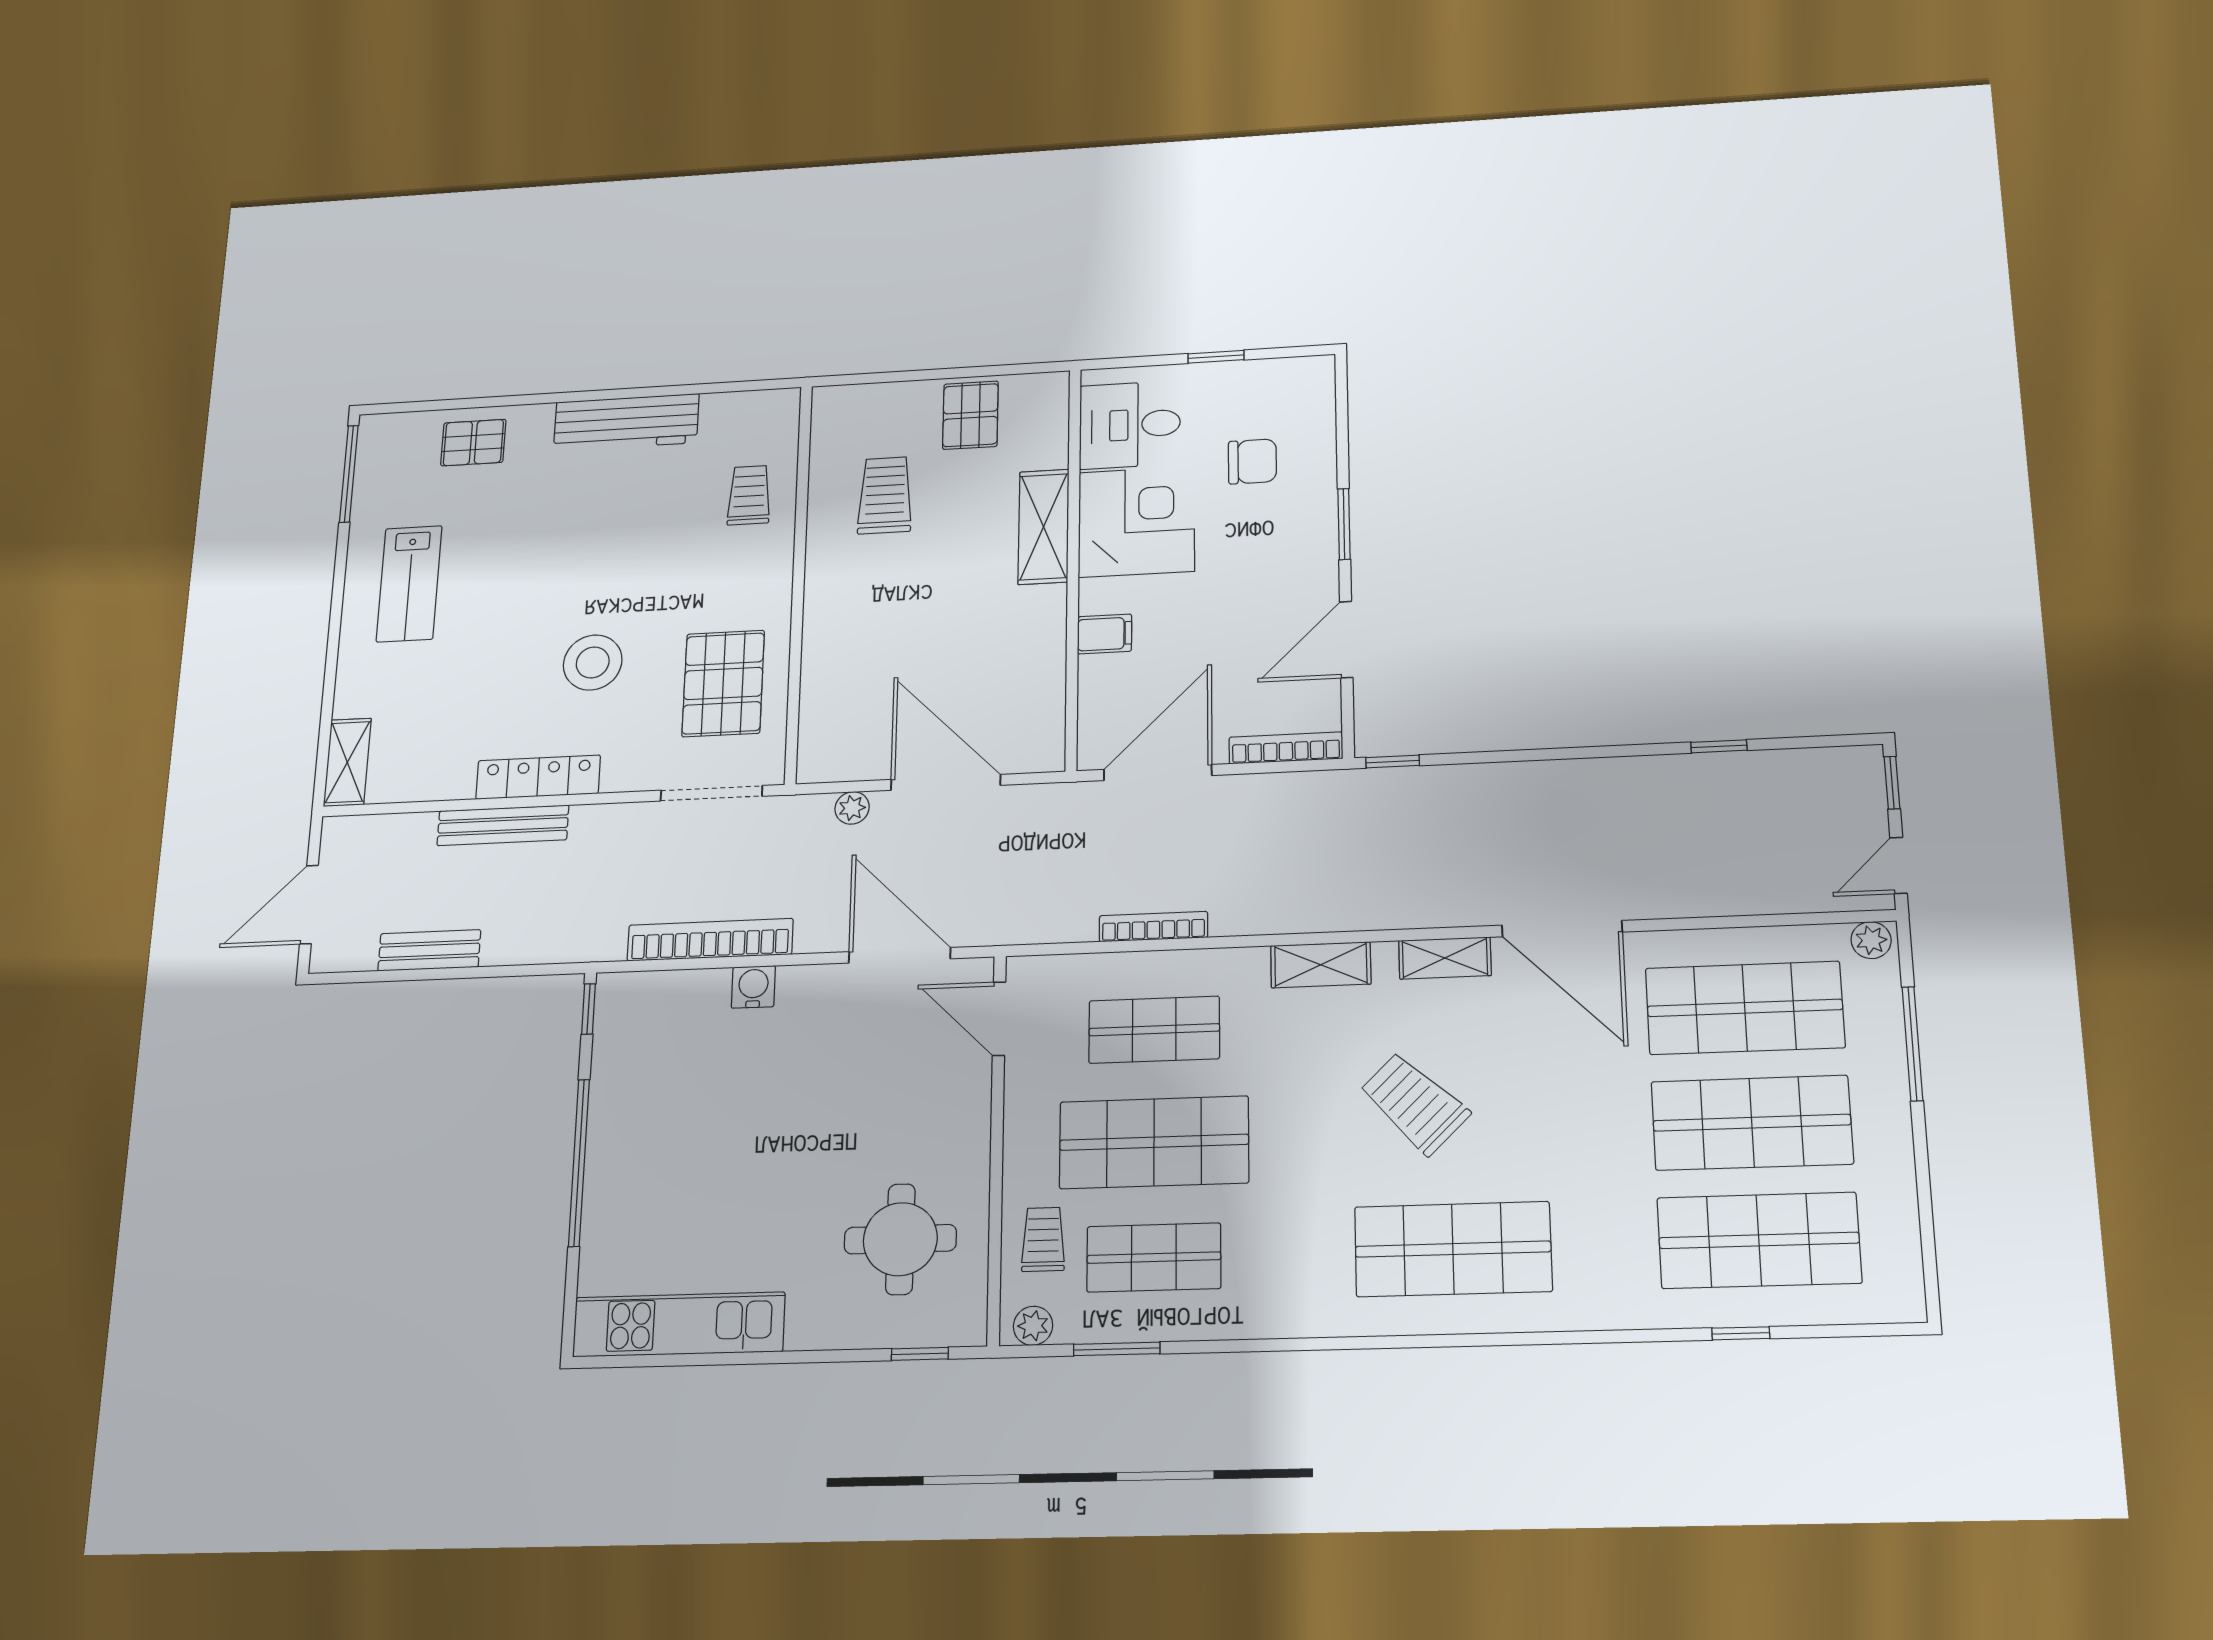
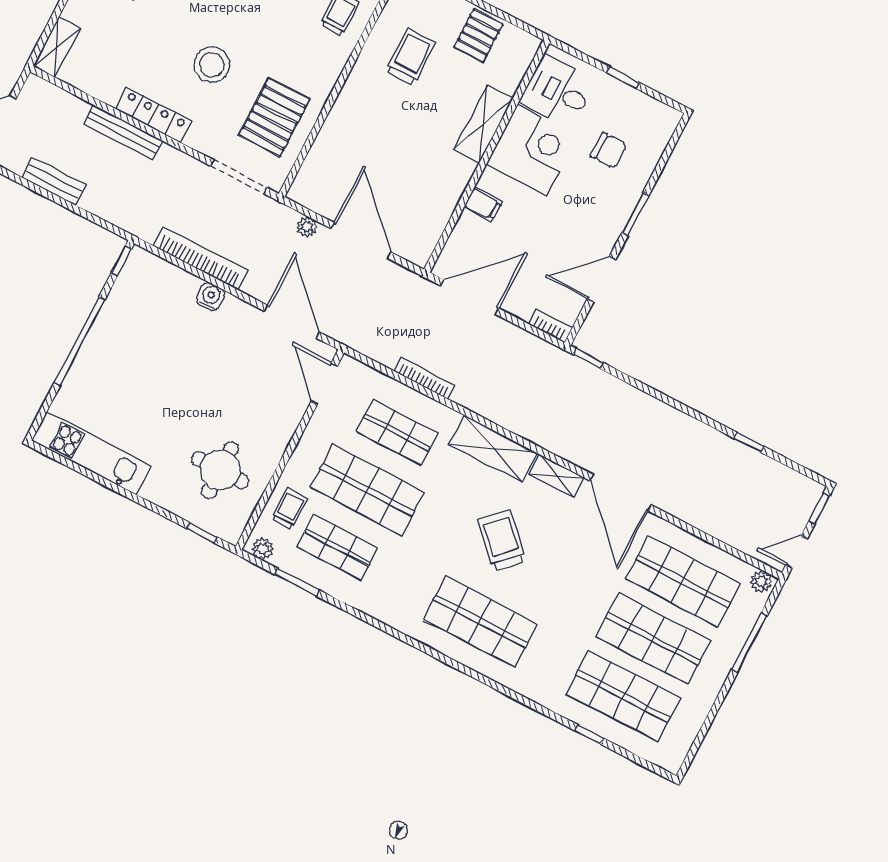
bookcase: (1286, 748) -> (550, 326), width x0.64
shelving: (1321, 965) -> (493, 449), width x1.50, depth x1.33

